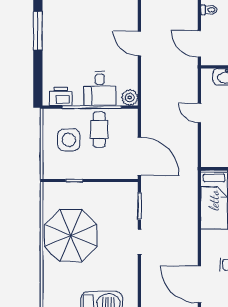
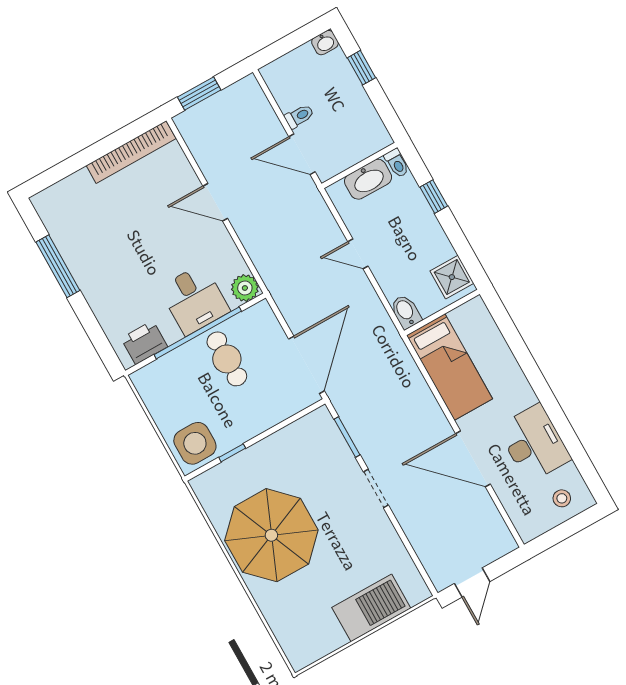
toilet: (209, 10) -> (299, 116), moved
side table: (69, 140) -> (195, 443), moved
door: (139, 156) -> (307, 365), hinge flipped
bidet: (207, 158) -> (406, 312), added
door: (199, 284) -> (473, 459), moved

